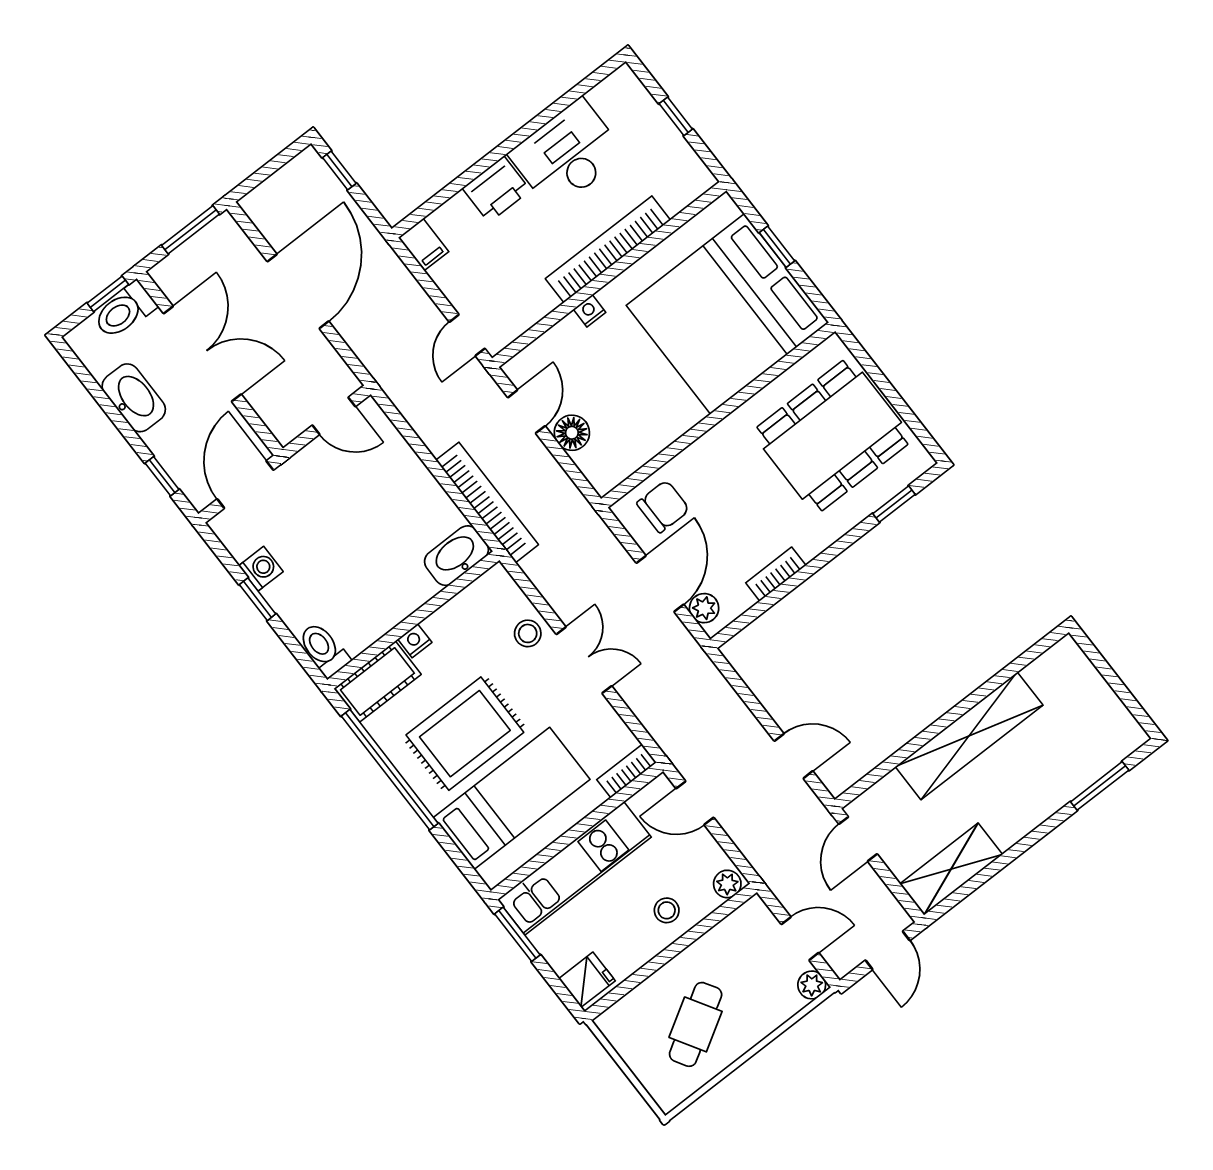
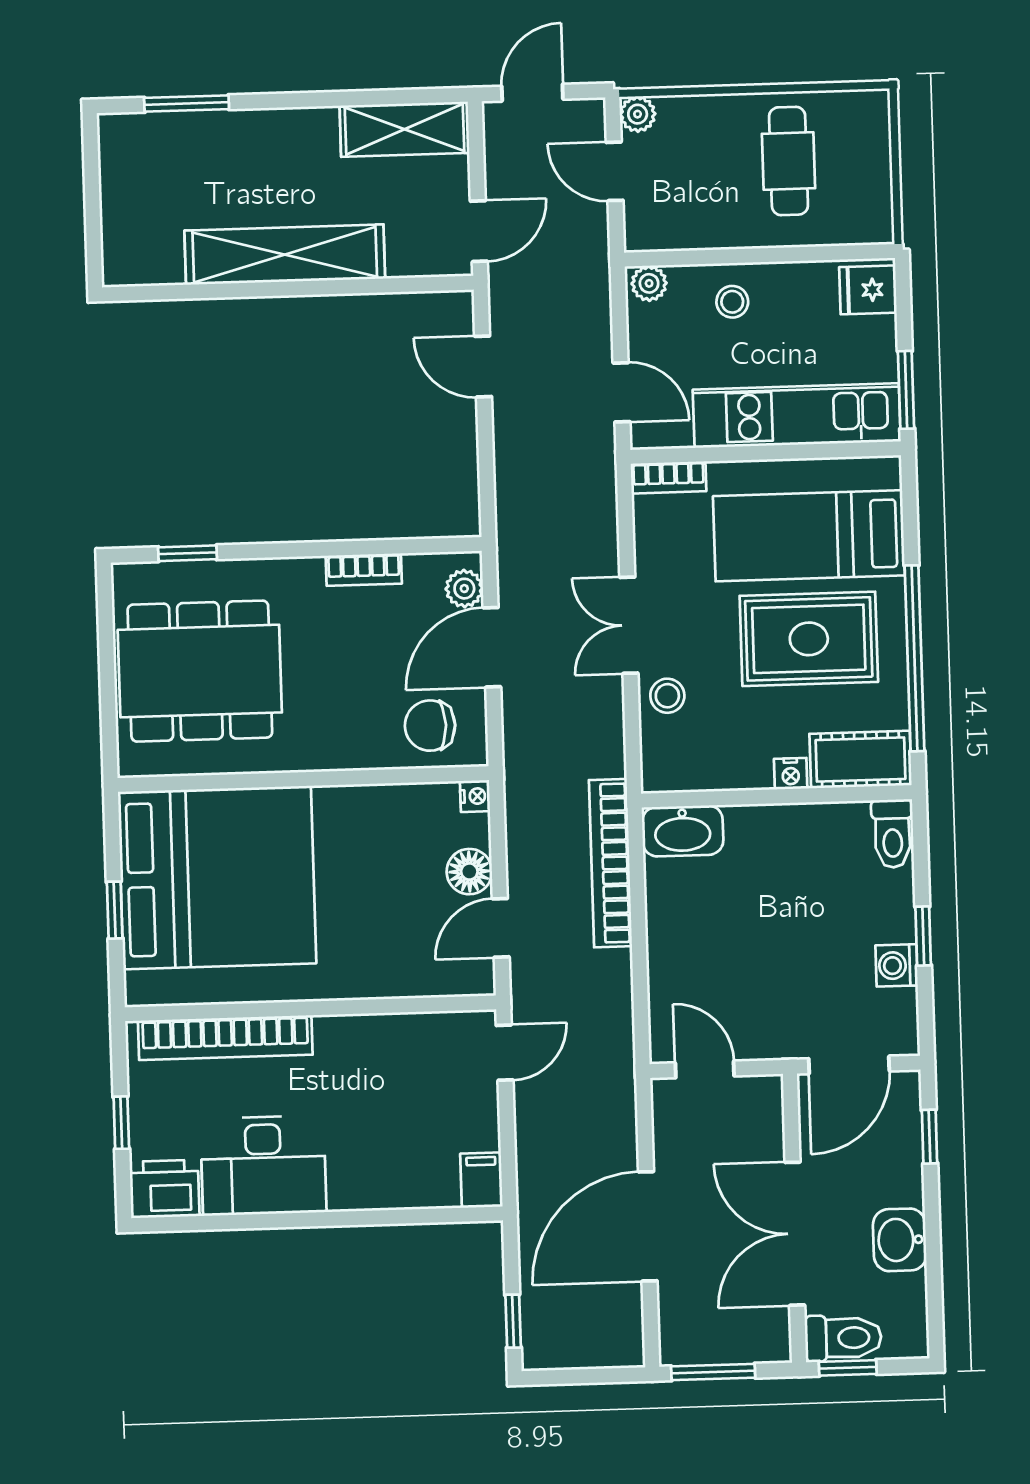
printer: (496, 189) -> (164, 1189), moved
bookcase: (608, 249) -> (225, 1038), moved
nightstand: (590, 311) -> (475, 796), moved, turned -90
washbasin: (134, 398) -> (900, 1240), width x0.72
cafe table: (696, 1024) -> (789, 161), turned -59

